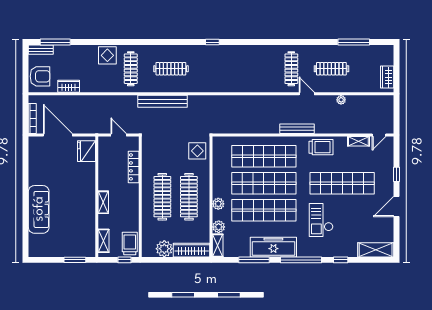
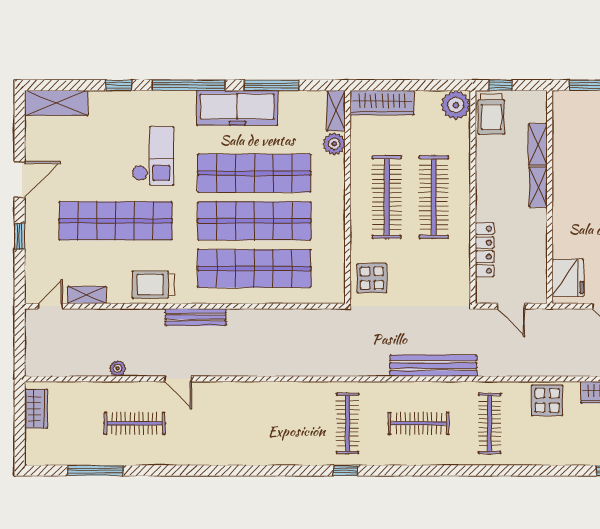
display table: (107, 55) -> (547, 400), moved
clothes rail: (291, 69) -> (348, 423), moved
plant: (218, 204) -> (335, 184), removed
shelving: (103, 241) -> (538, 144), moved
plant: (164, 249) -> (456, 105), moved

